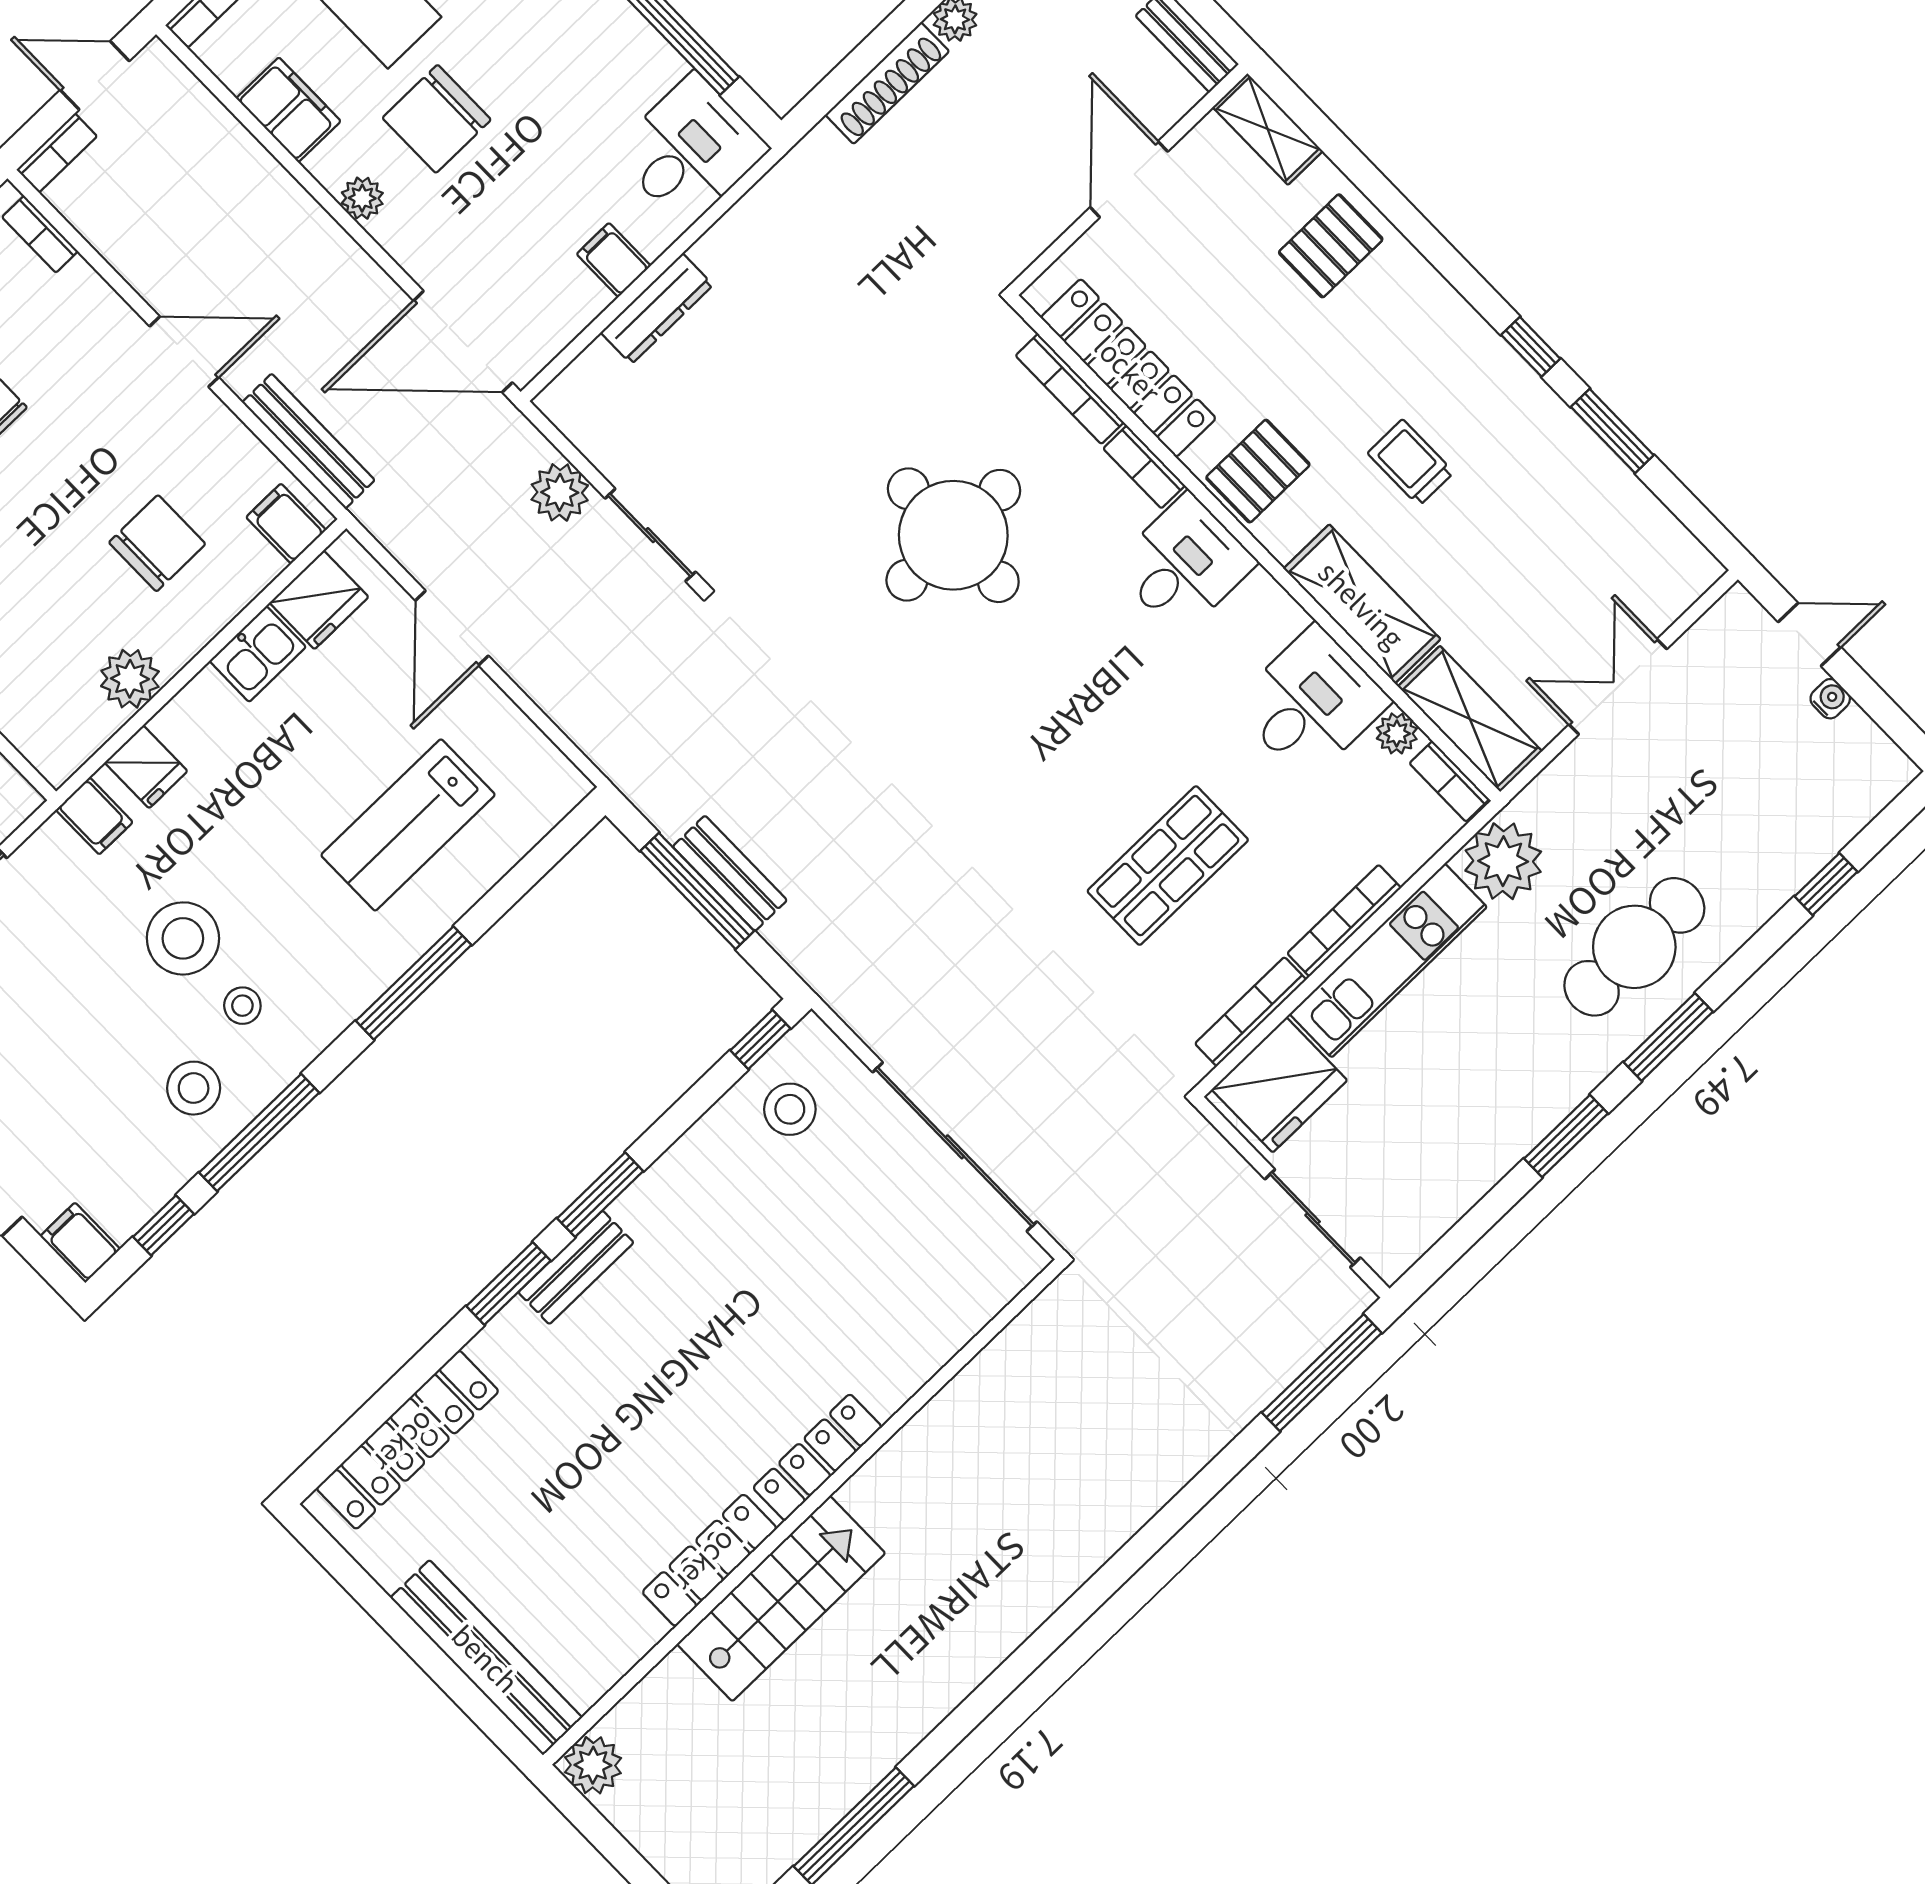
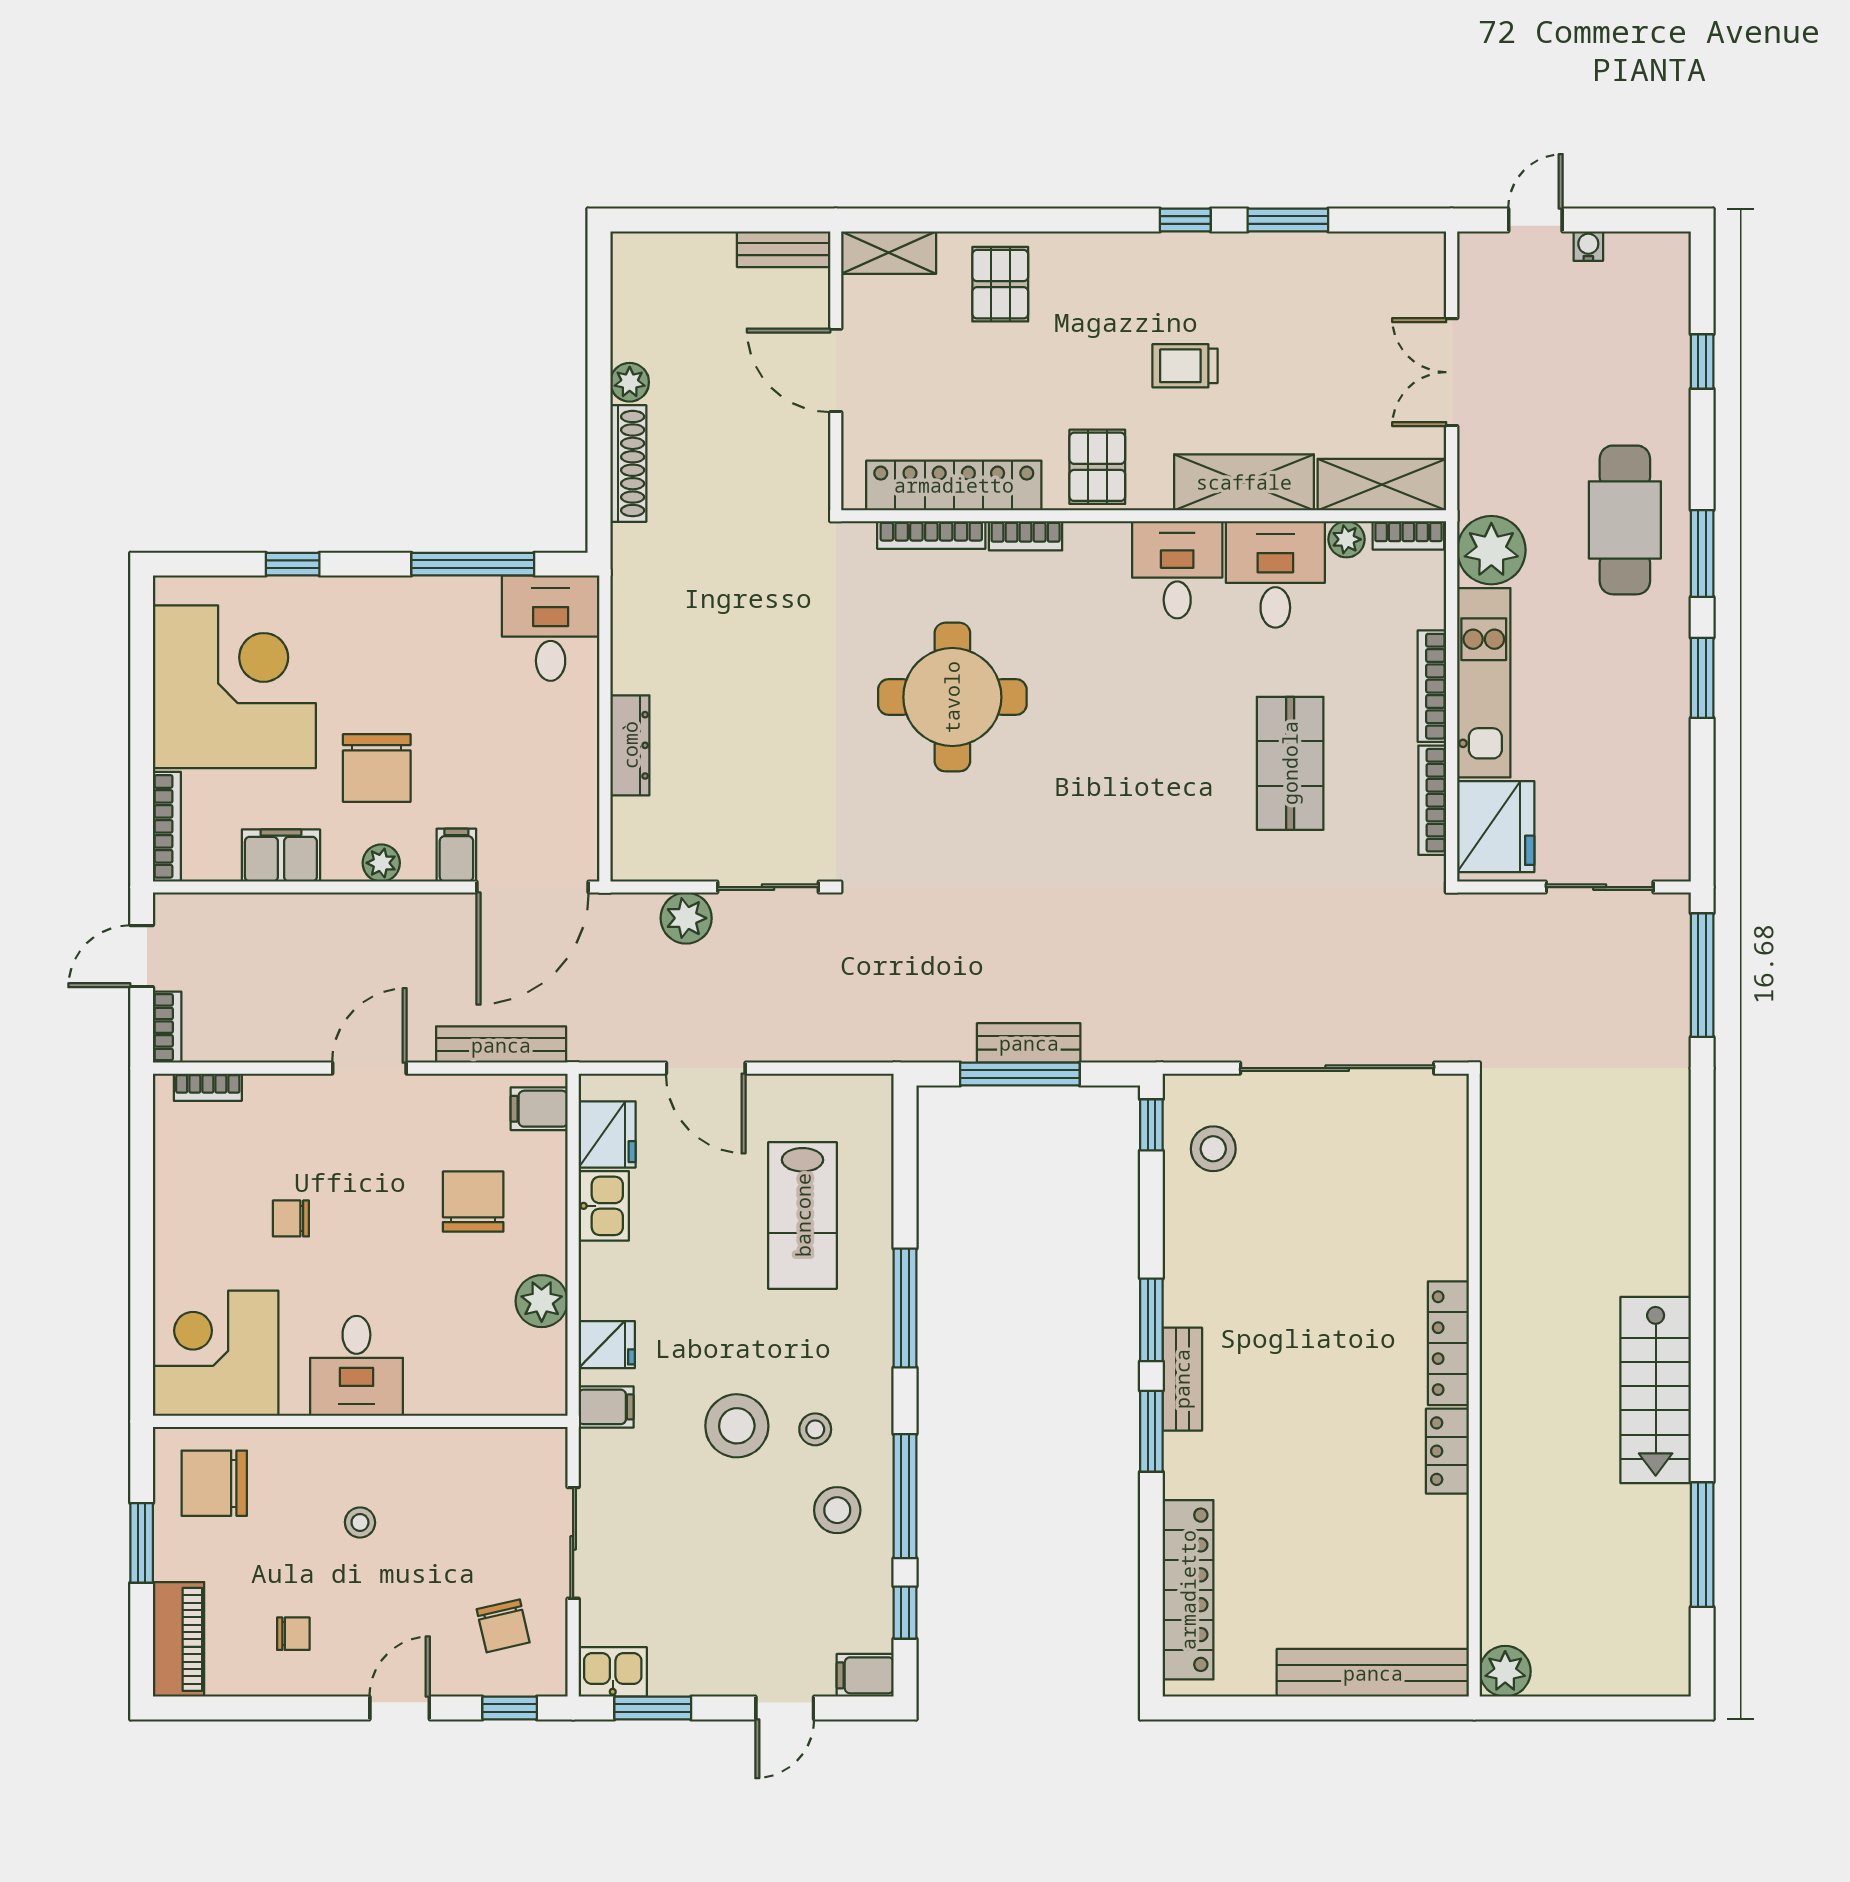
filing cabinet: (614, 260) -> (456, 855), moved, turned 90
desk: (1184, 564) -> (1177, 570), moved
locker: (710, 1560) -> (1447, 1451), width x0.66
stairs: (781, 1598) -> (1656, 1390), moved, turned 180

